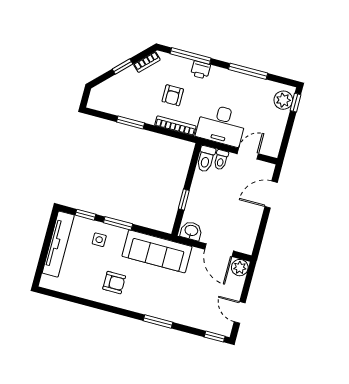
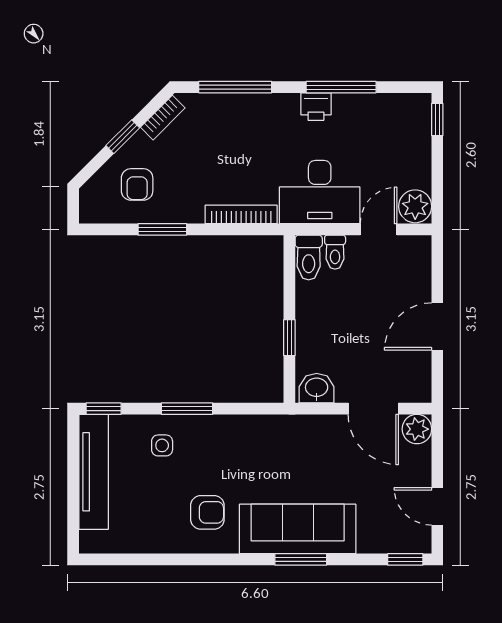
printer: (201, 70) -> (316, 107), moved
armchair: (173, 95) -> (137, 184), moved
plant: (283, 100) -> (415, 206), moved
door: (271, 194) -> (437, 326), moved
window: (86, 215) -> (104, 409), moved
sofa: (157, 251) -> (298, 529), moved, turned 180

